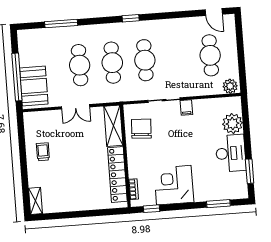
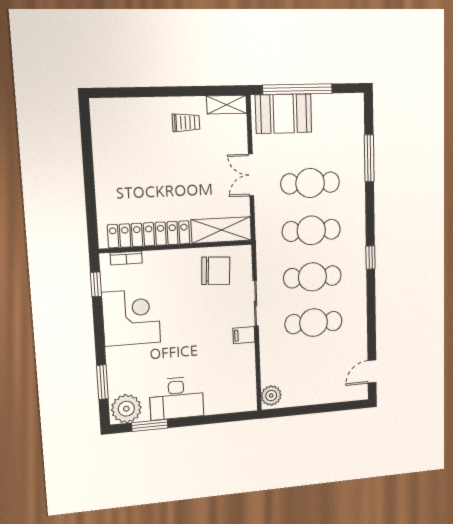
cafe table: (210, 55) -> (314, 323), moved
plant: (233, 124) -> (126, 409), moved
shelving: (35, 201) -> (227, 105), moved

